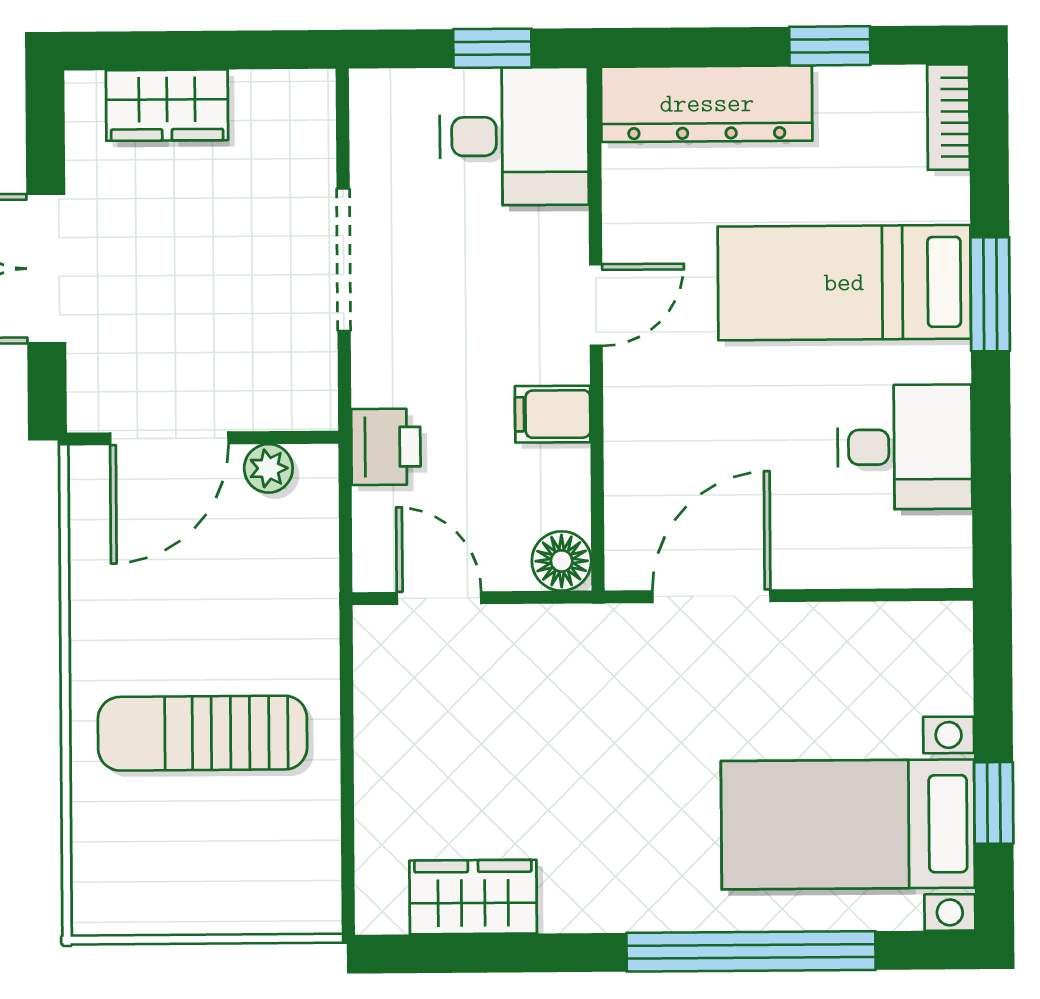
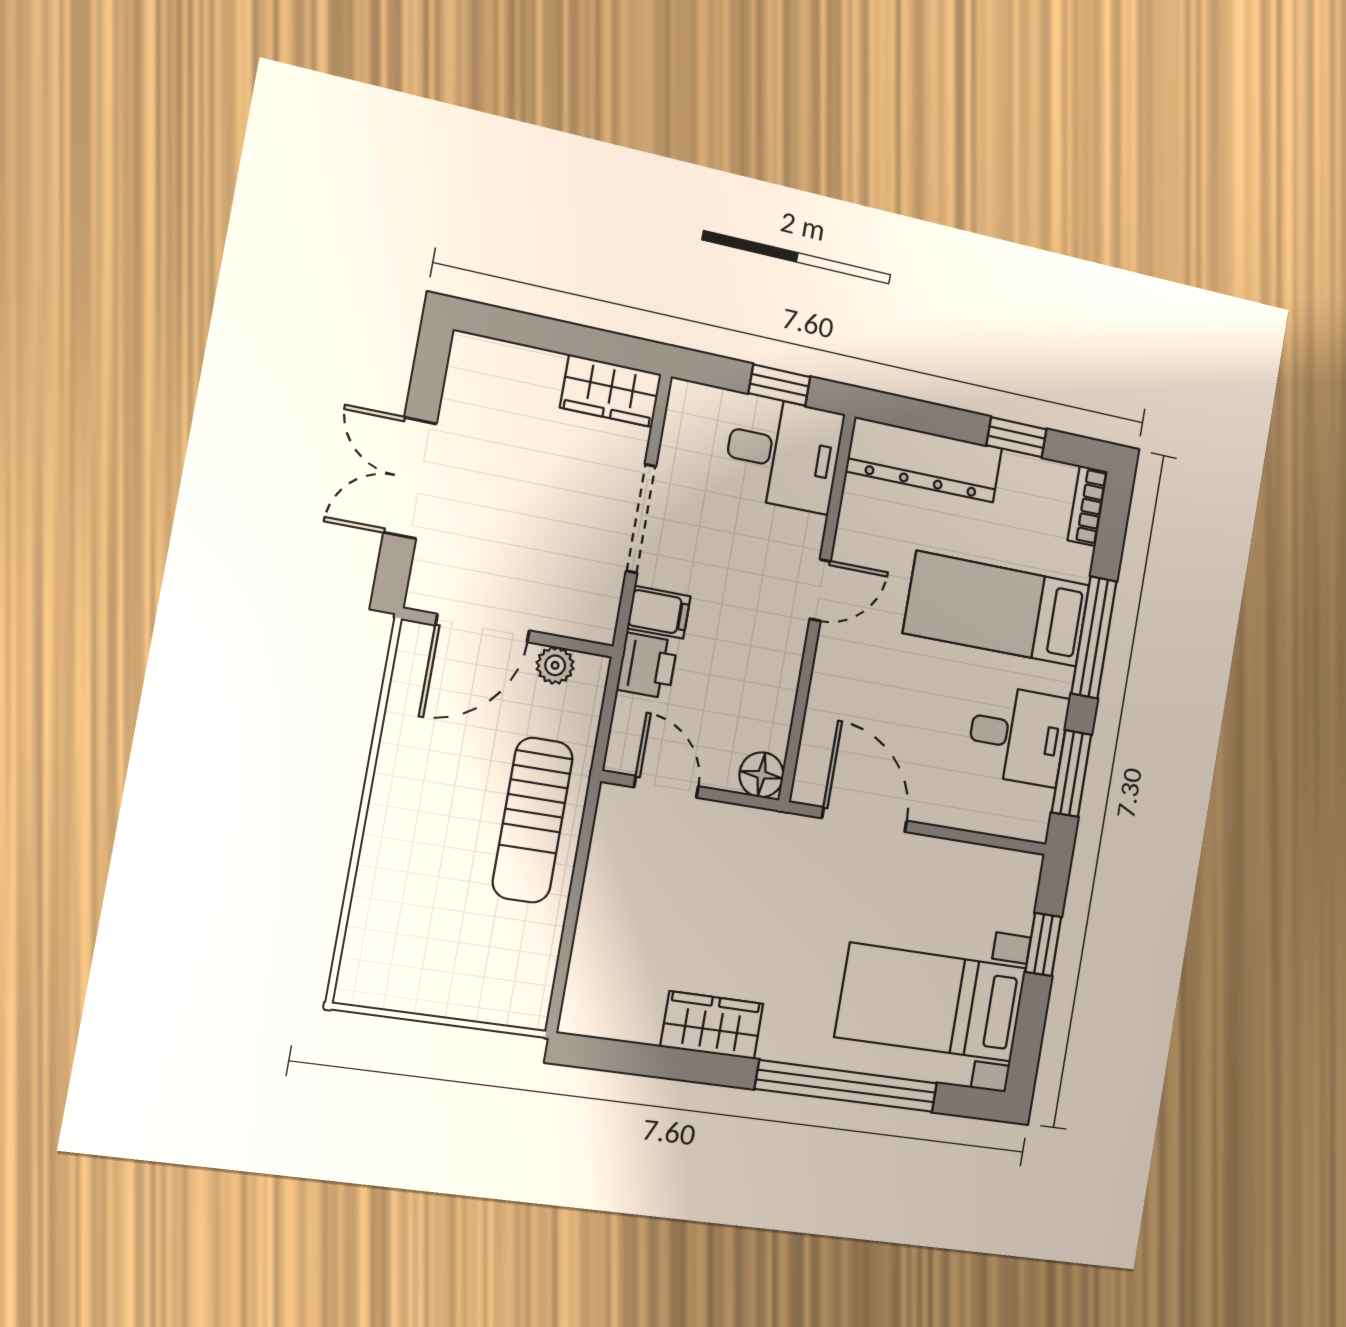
wardrobe: (167, 105) -> (611, 391), moved
window: (990, 294) -> (1094, 637), width x1.44
filing cabinet: (553, 414) -> (659, 612), moved, turned 180
window: (992, 485) -> (1072, 773), added
door: (711, 596) -> (864, 820), hinge flipped
sun lounger: (203, 733) -> (533, 820), moved, turned -90
window: (994, 803) -> (1043, 944), moved
wardrobe: (473, 897) -> (712, 1025), moved

